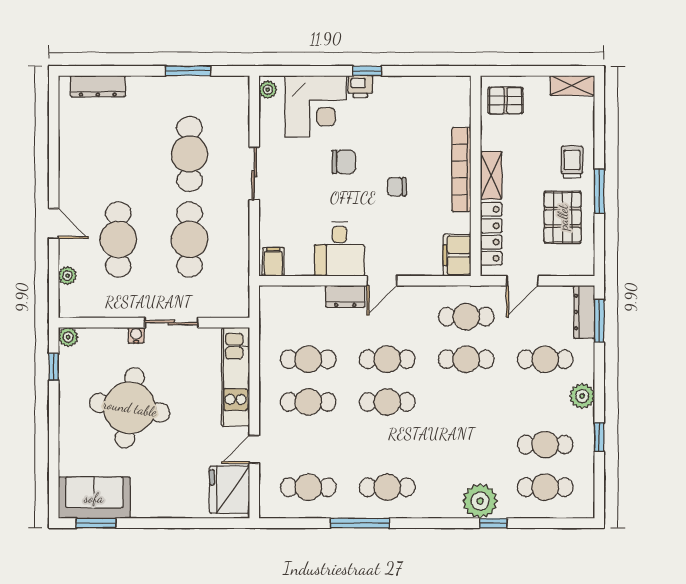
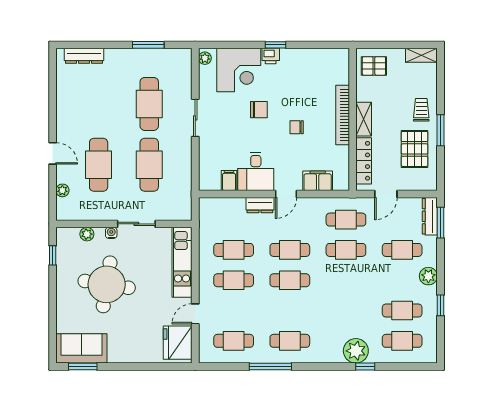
filing cabinet: (457, 255) -> (318, 181), moved, turned 90
filing cabinet: (273, 262) -> (229, 180), moved
plant: (68, 337) -> (87, 234), moved

